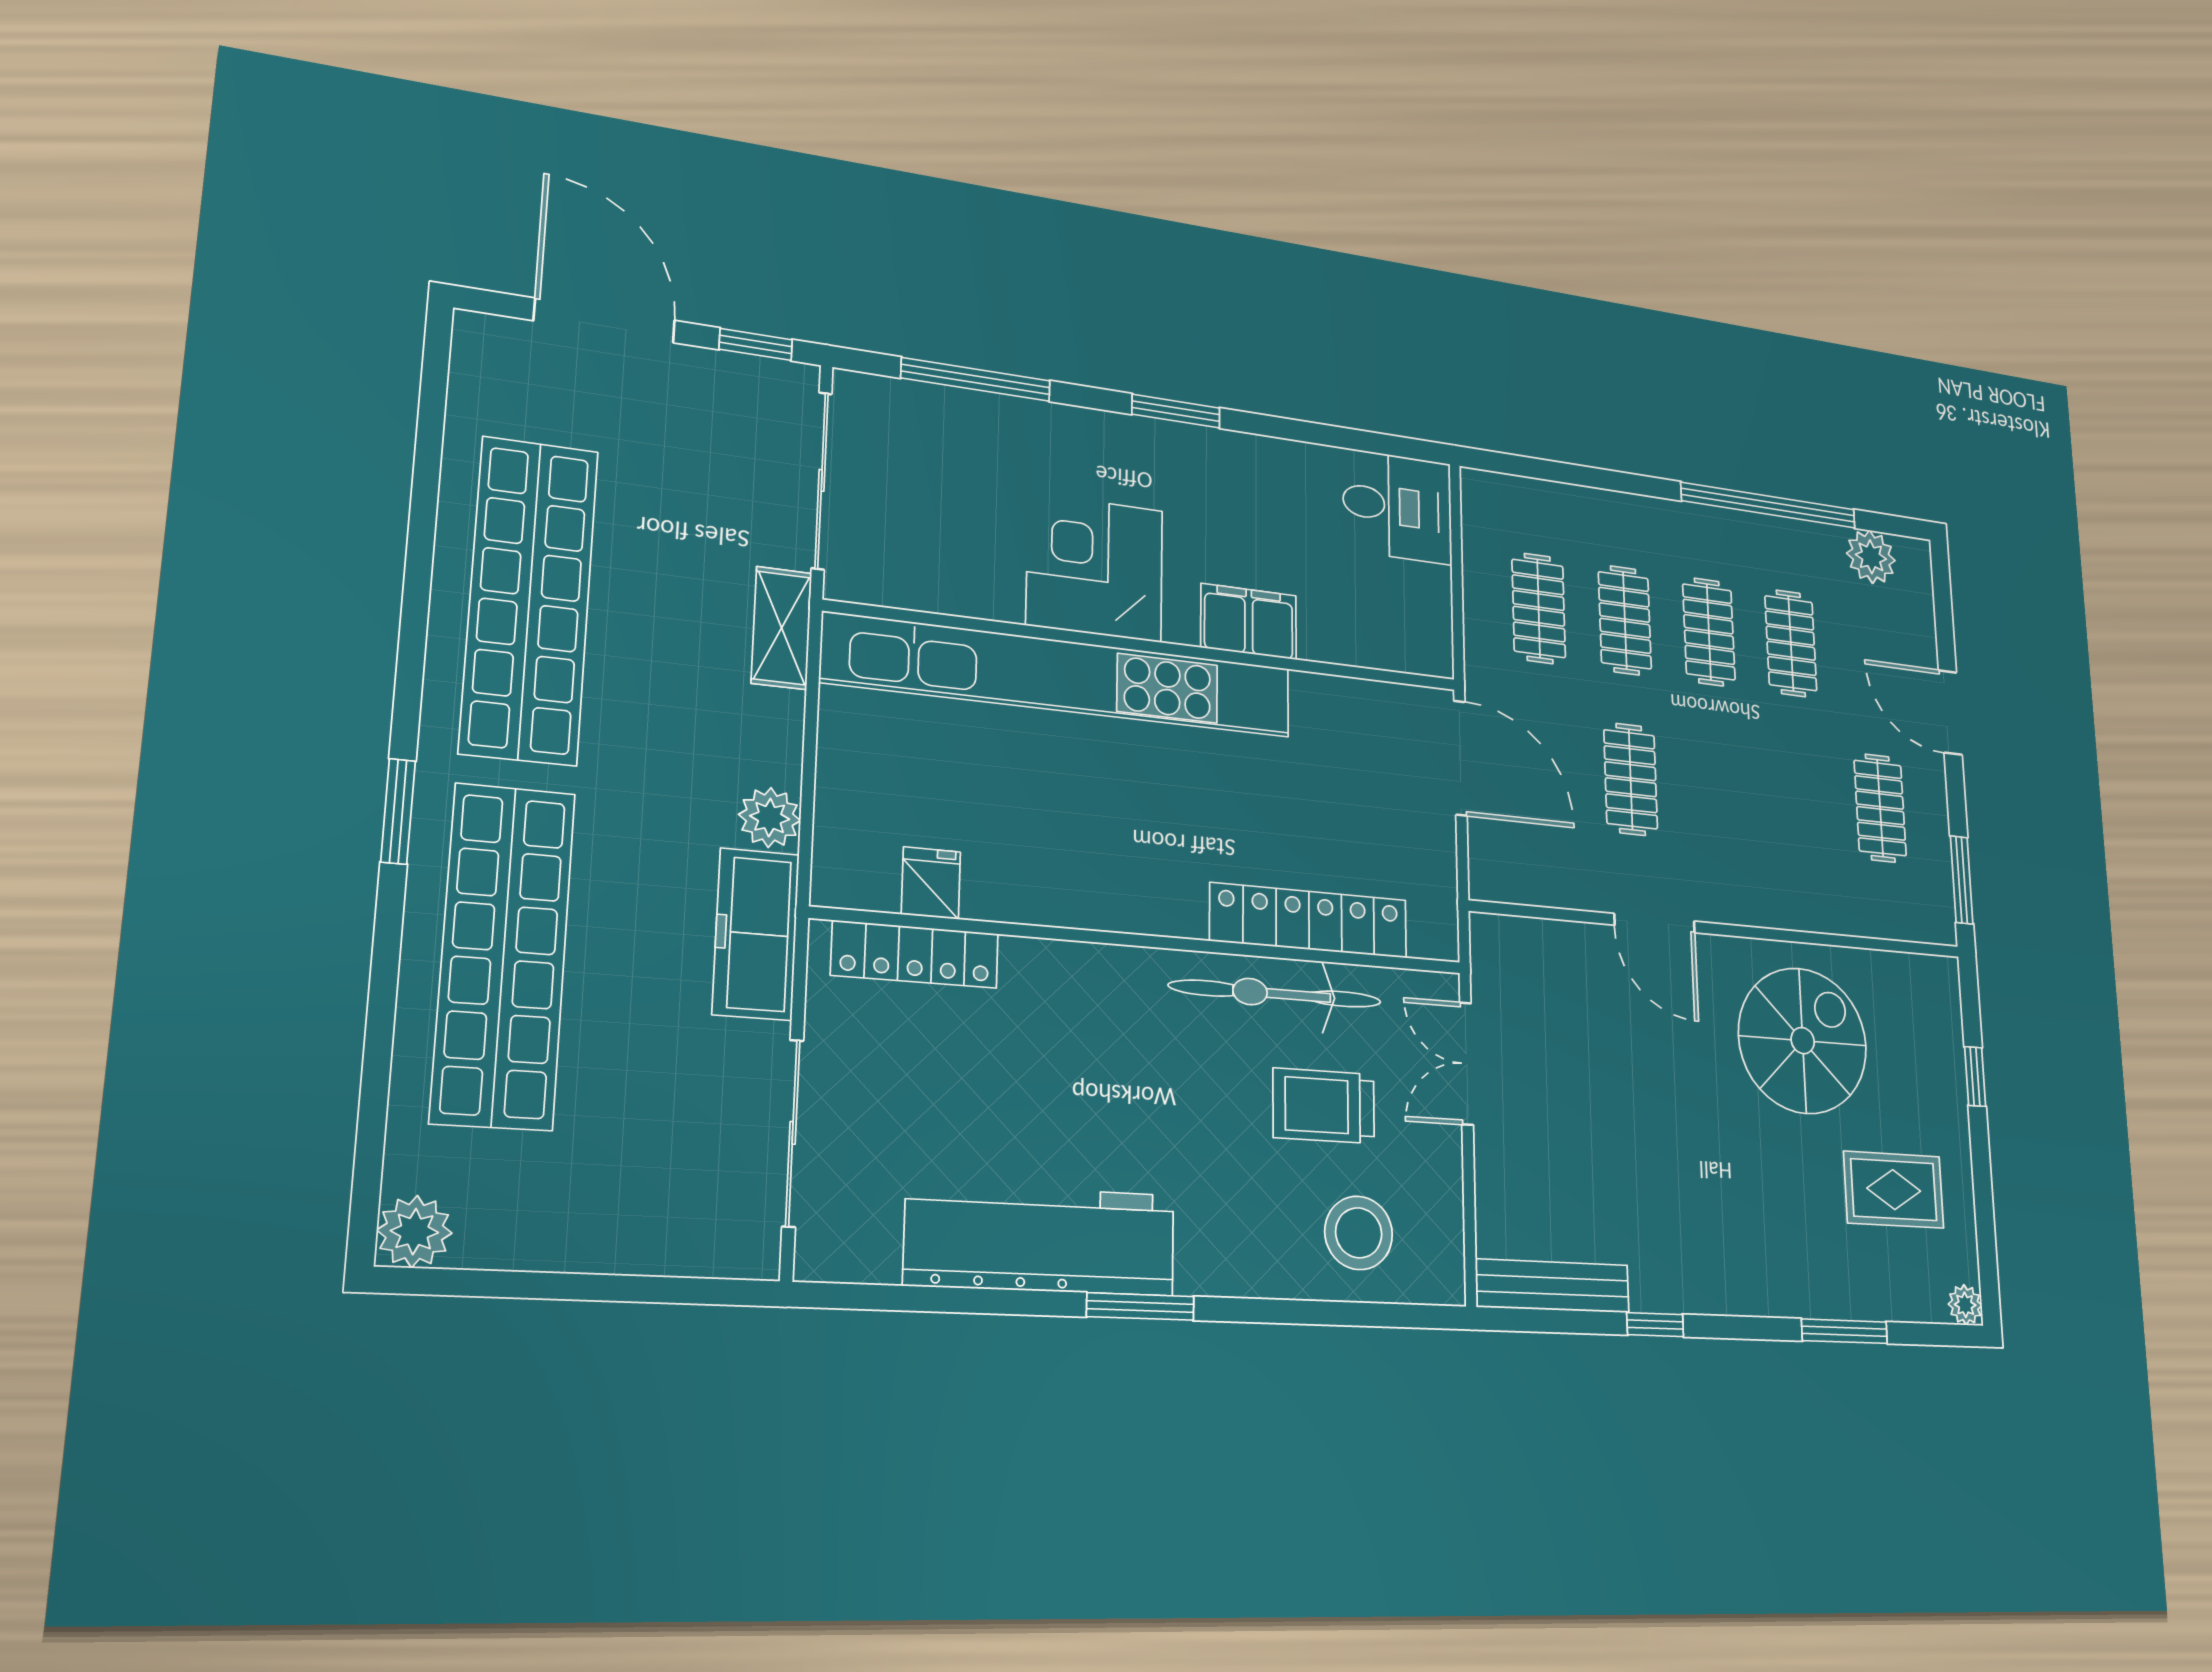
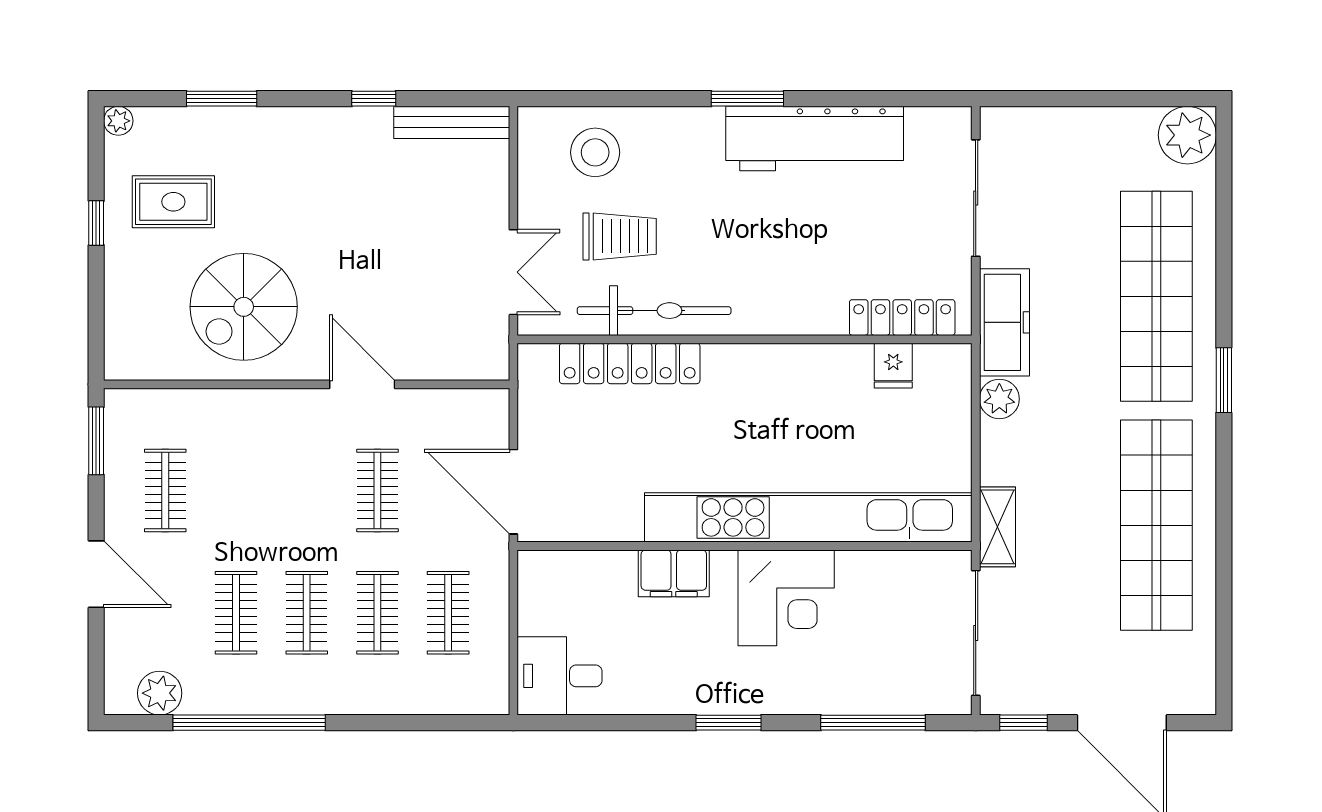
window: (1975, 1077) -> (96, 223), moved
plant: (414, 1232) -> (1187, 135), width x1.36, depth x1.36

